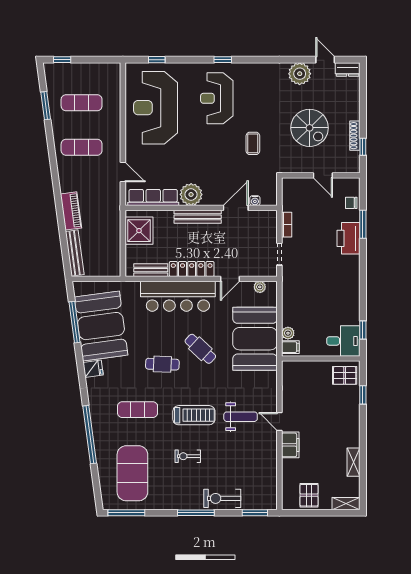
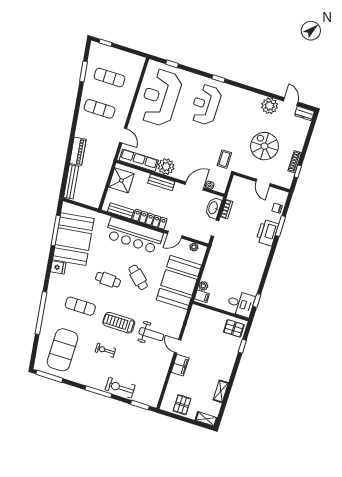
spiral stairs: (310, 128) -> (264, 146), turned 180
coffee table: (253, 143) -> (224, 159), moved
bench: (198, 217) -> (161, 182), width x0.73
washbasin: (269, 228) -> (213, 208), added
treadmill: (194, 415) -> (119, 323), turned 180

